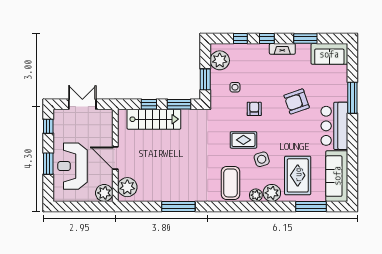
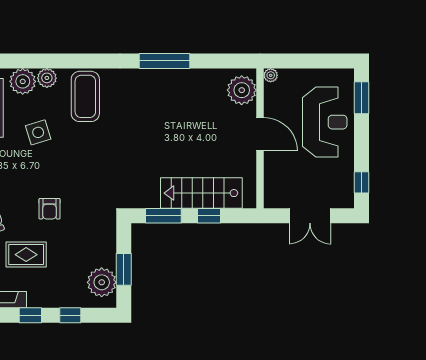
window: (205, 79) -> (124, 269), moved
side table: (235, 87) -> (79, 242), removed
rug: (243, 140) -> (26, 255), moved
window: (48, 164) -> (361, 98), moved
plant: (104, 193) -> (271, 75), width x0.53, depth x0.53

